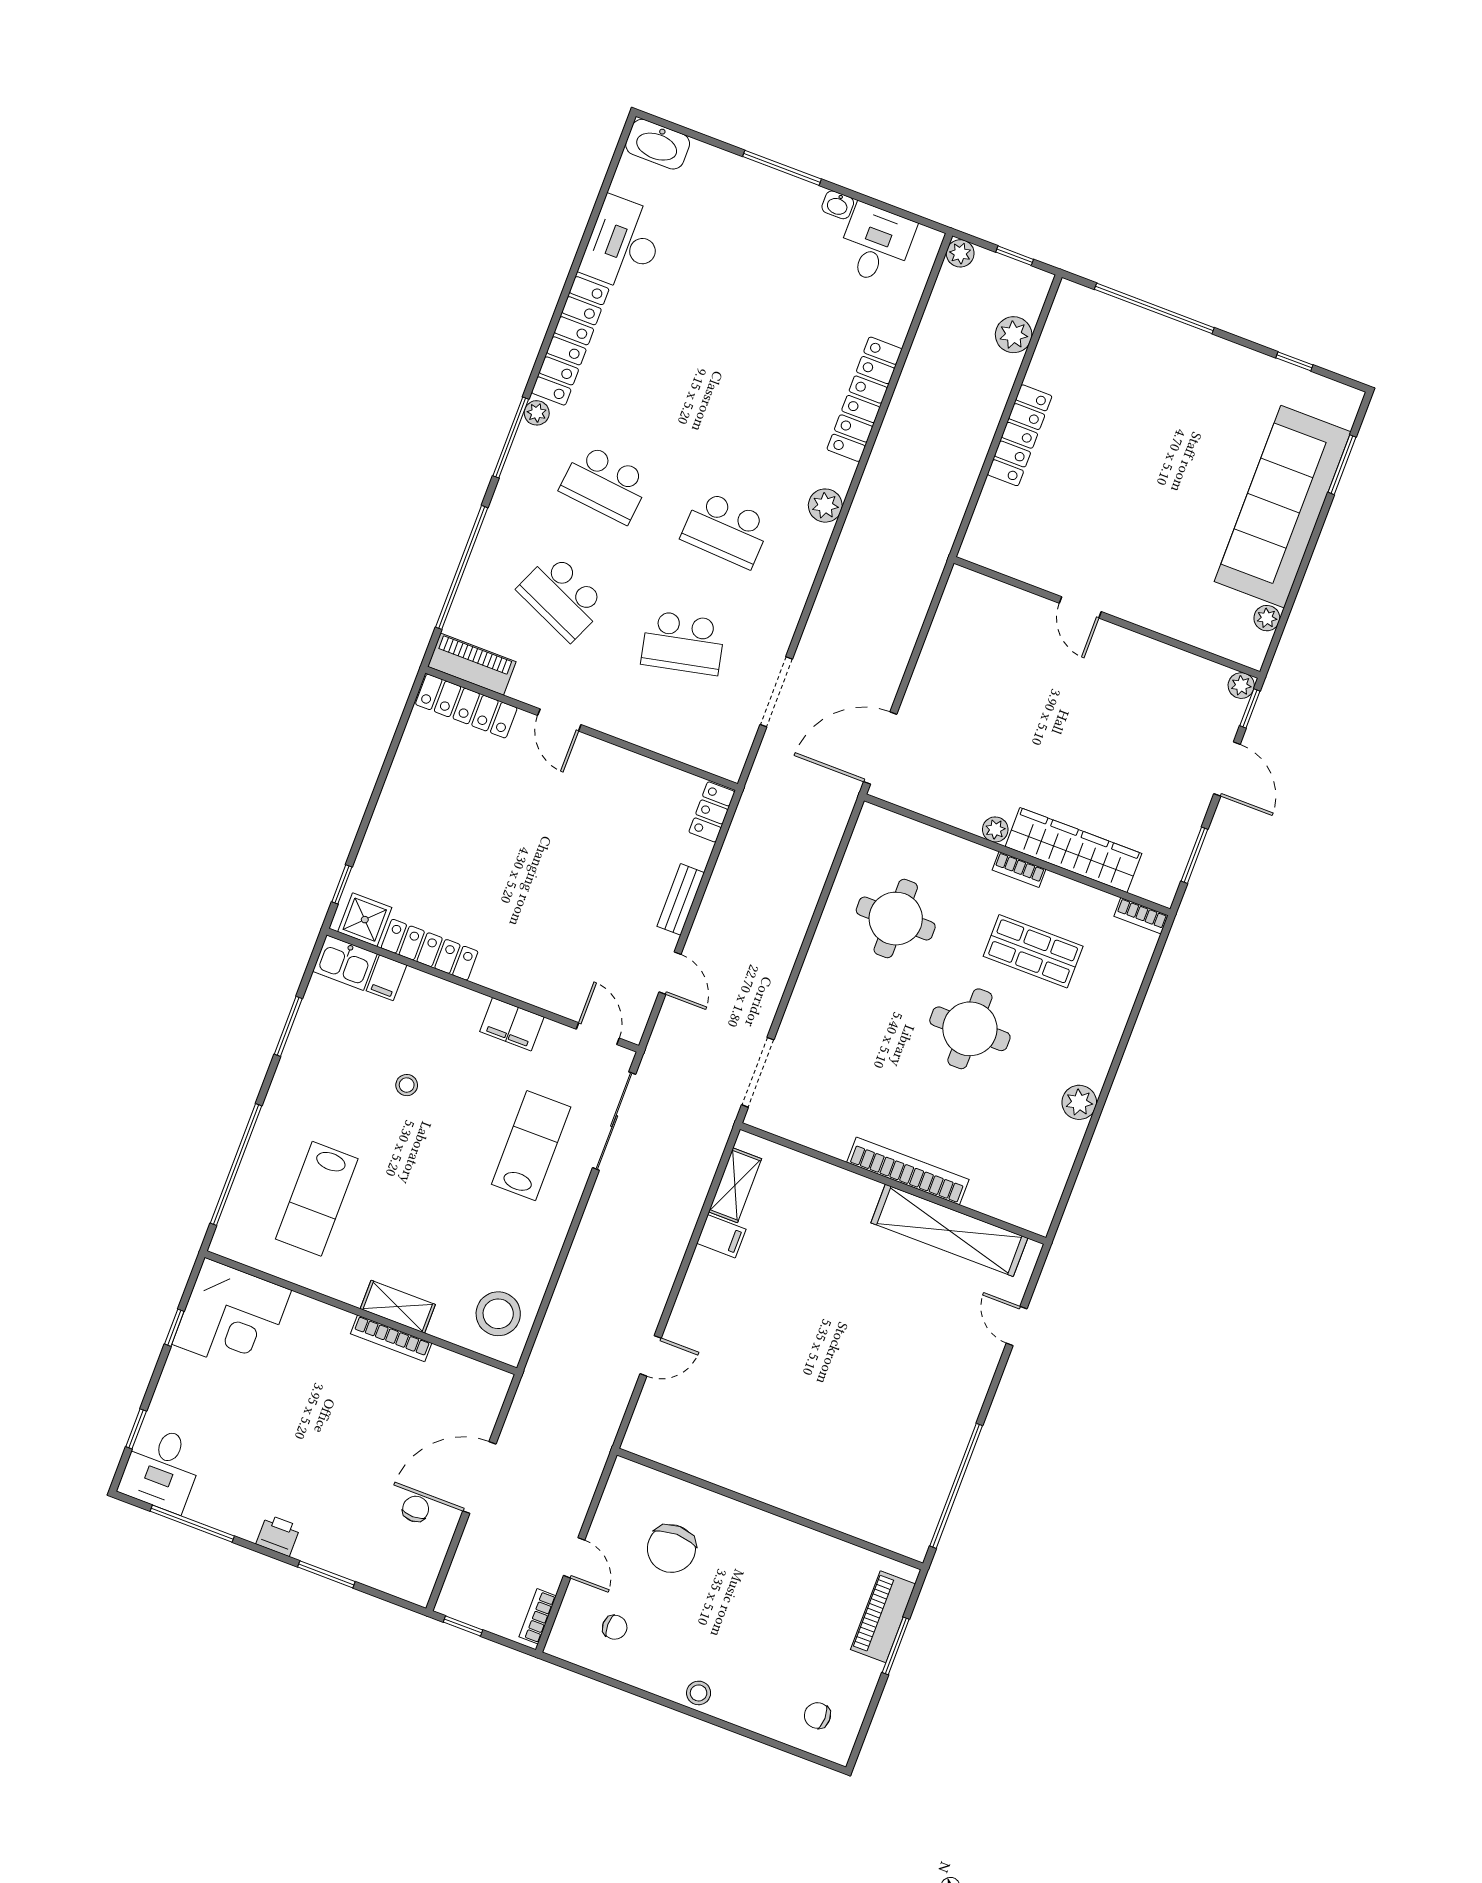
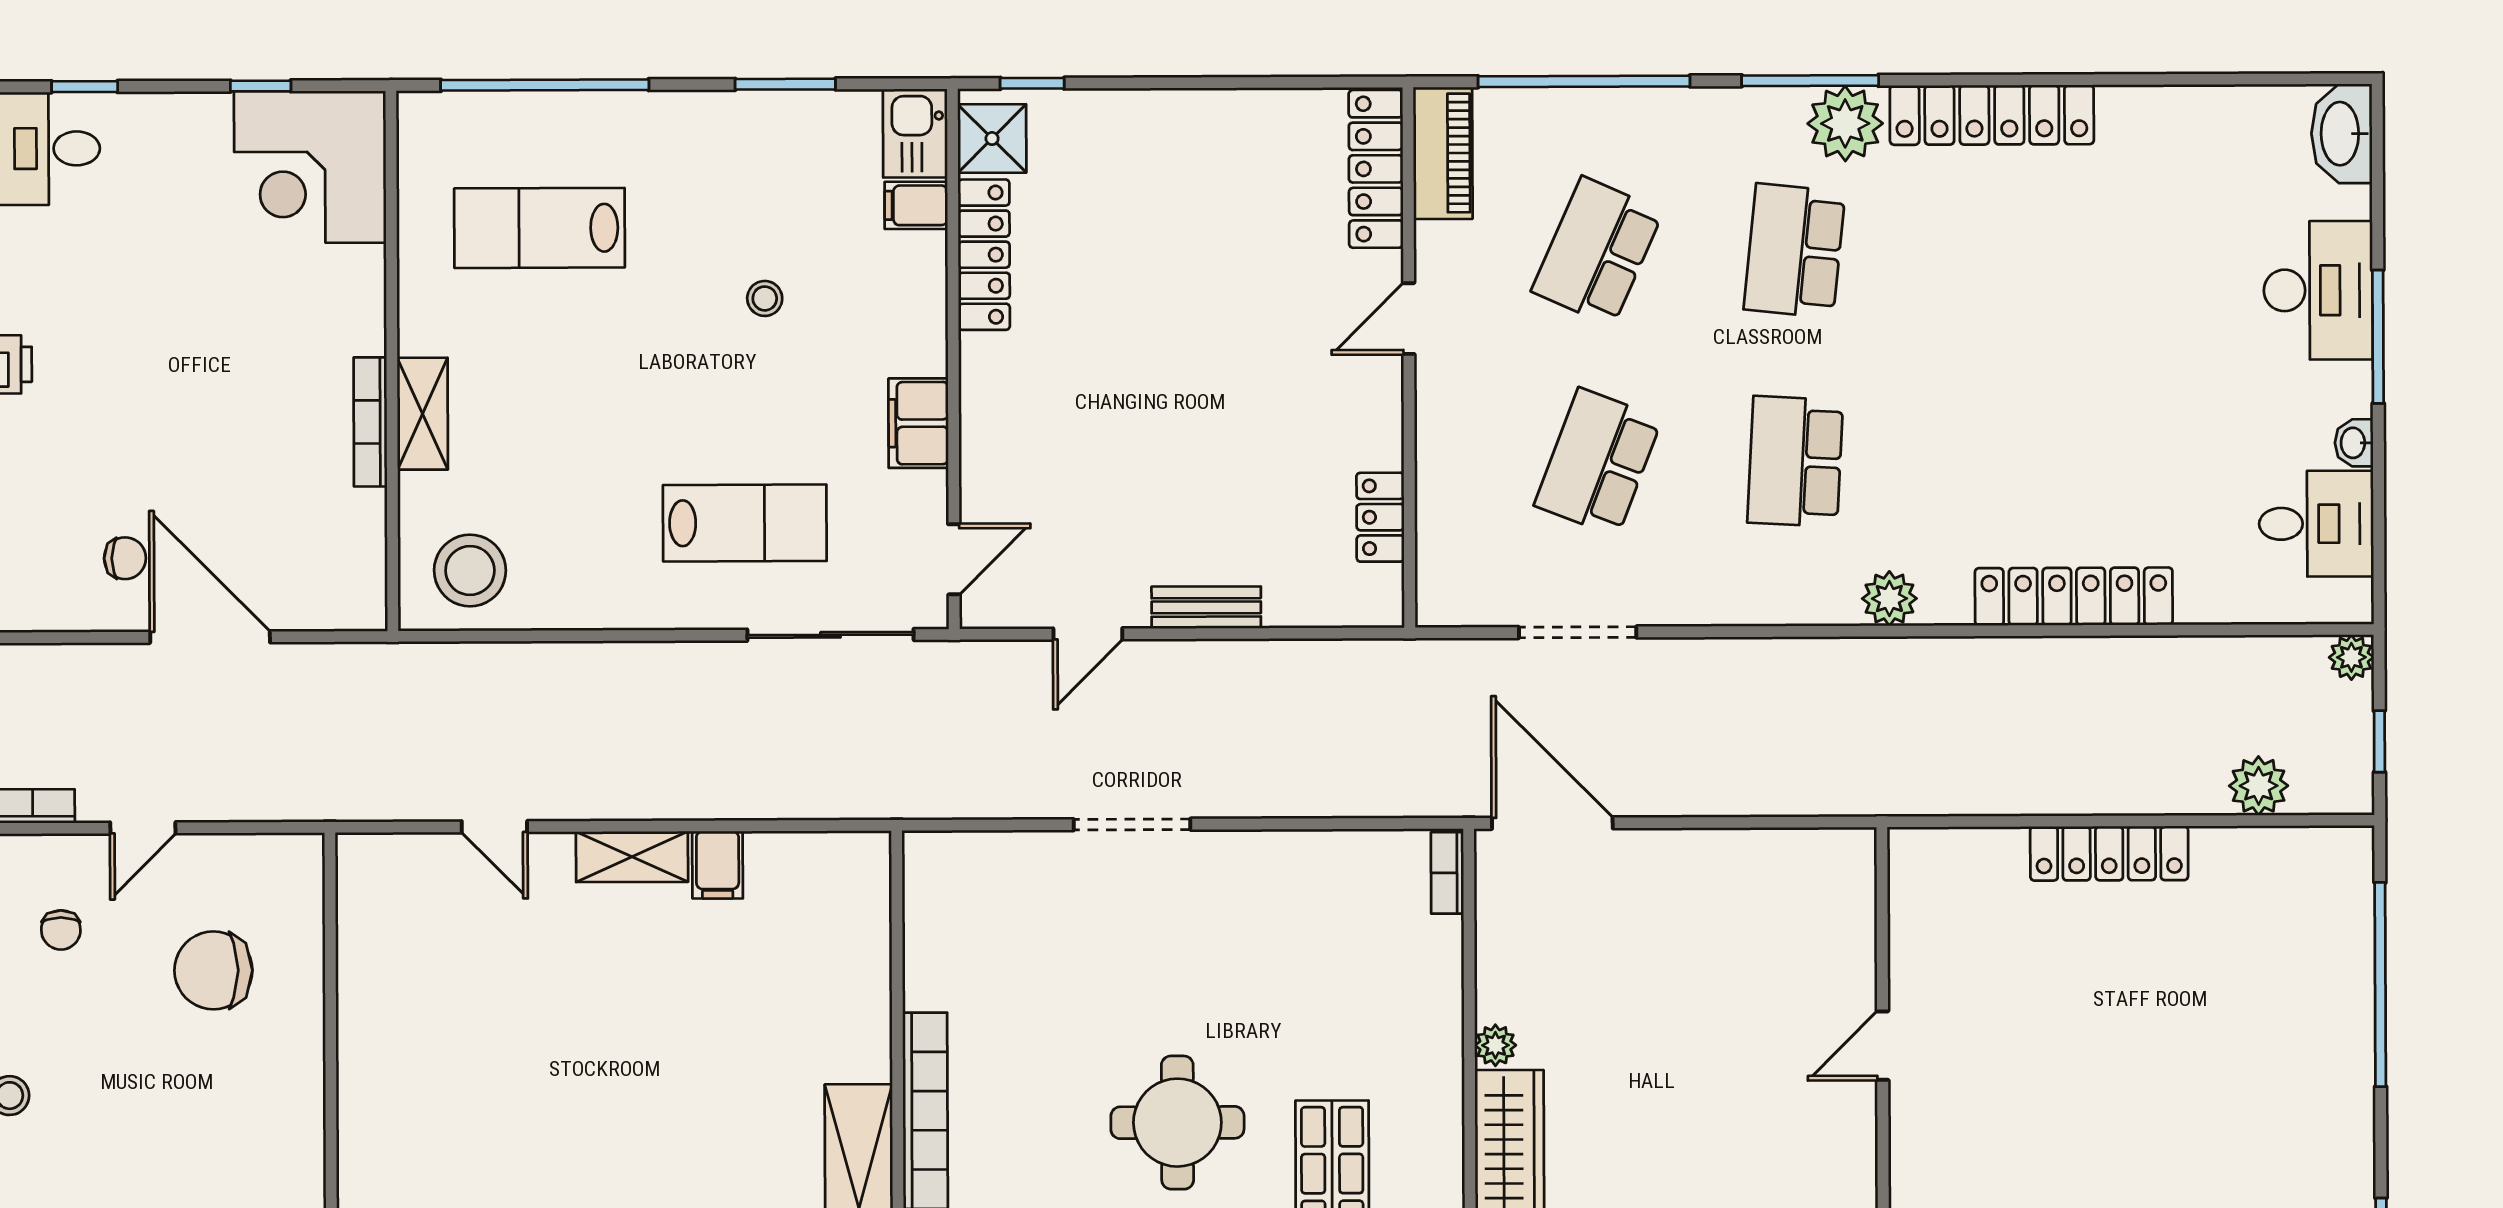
desk: (623, 244) -> (2318, 290), moved, turned 90
plant: (537, 413) -> (1845, 123), width x1.88, depth x1.88
school desk: (683, 643) -> (1598, 462), turned 33
locker: (712, 812) -> (1380, 517), moved, turned -90
bookcase: (1019, 870) -> (1447, 873), moved
round table: (896, 919) -> (1302, 946), removed
doorway: (758, 1072) -> (1132, 824), moved
shelving: (735, 1185) -> (632, 857), moved

